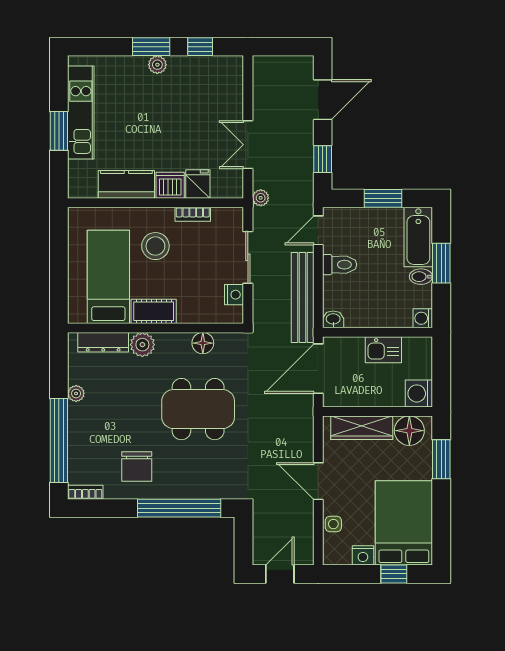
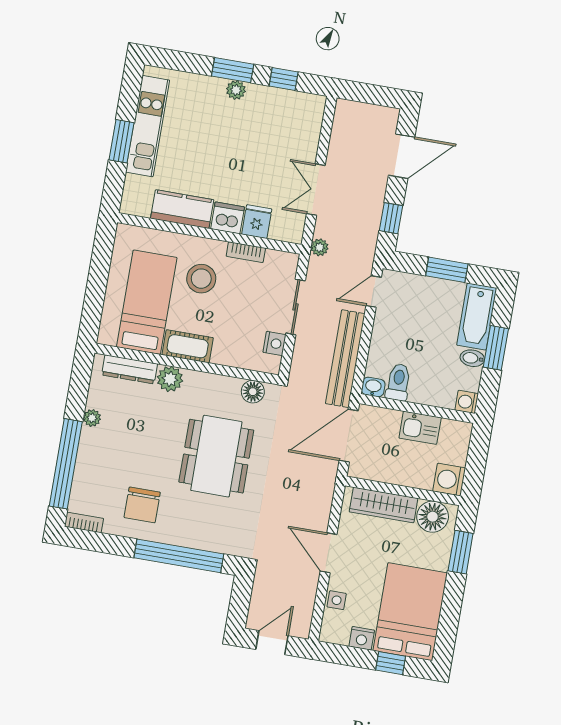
toilet: (340, 265) -> (398, 382), moved, turned -90
floor lamp: (203, 343) -> (253, 392), moved
dining table: (198, 409) -> (216, 456), turned 90

